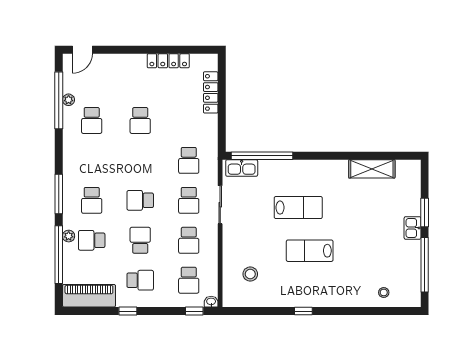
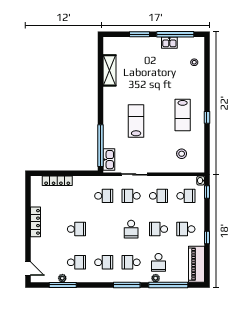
locker: (168, 61) -> (36, 222), moved
window: (59, 100) -> (63, 285), width x0.68
school desk: (92, 160) -> (104, 262), added
school desk: (92, 200) -> (131, 262), turned 180
school desk: (189, 200) -> (131, 196), turned 180
kitchen sink: (412, 228) -> (169, 43), moved
lab bench: (310, 251) -> (183, 115), moved
school desk: (140, 280) -> (186, 229), turned -90

